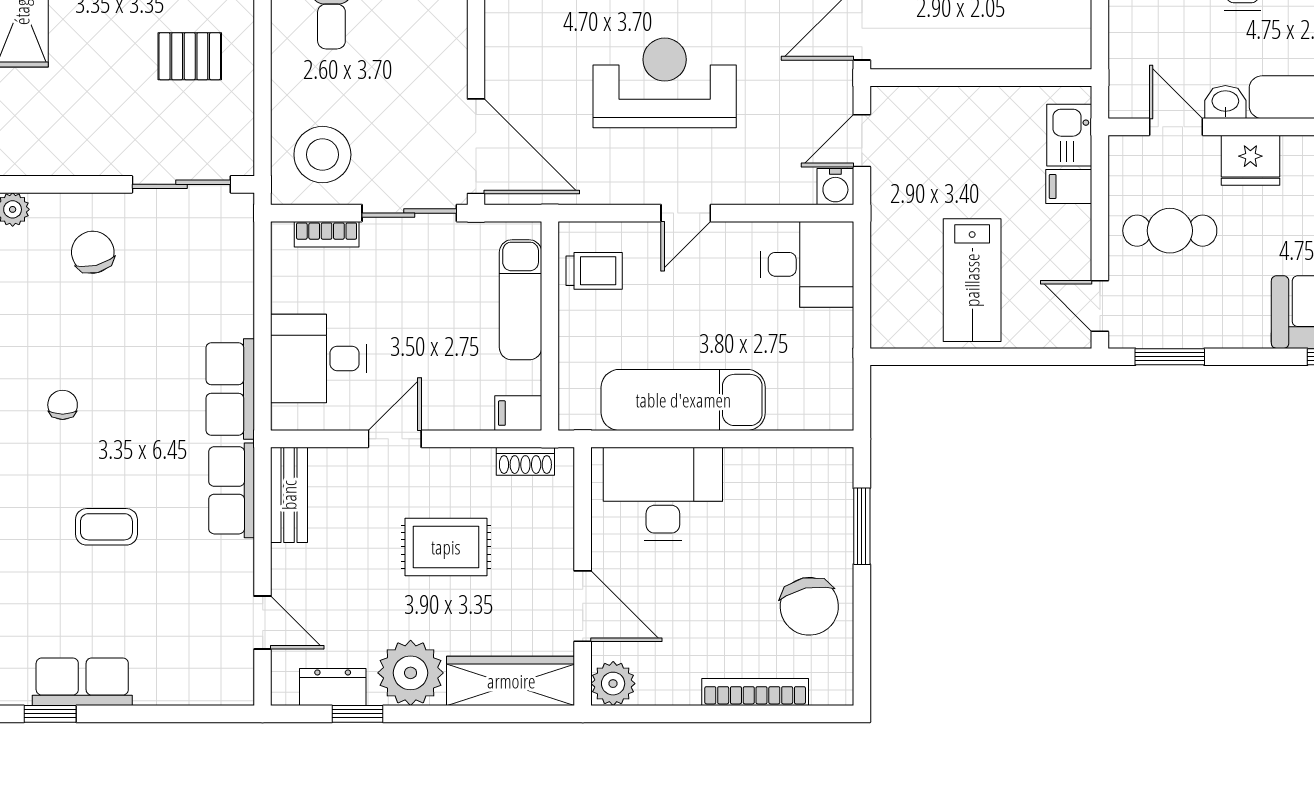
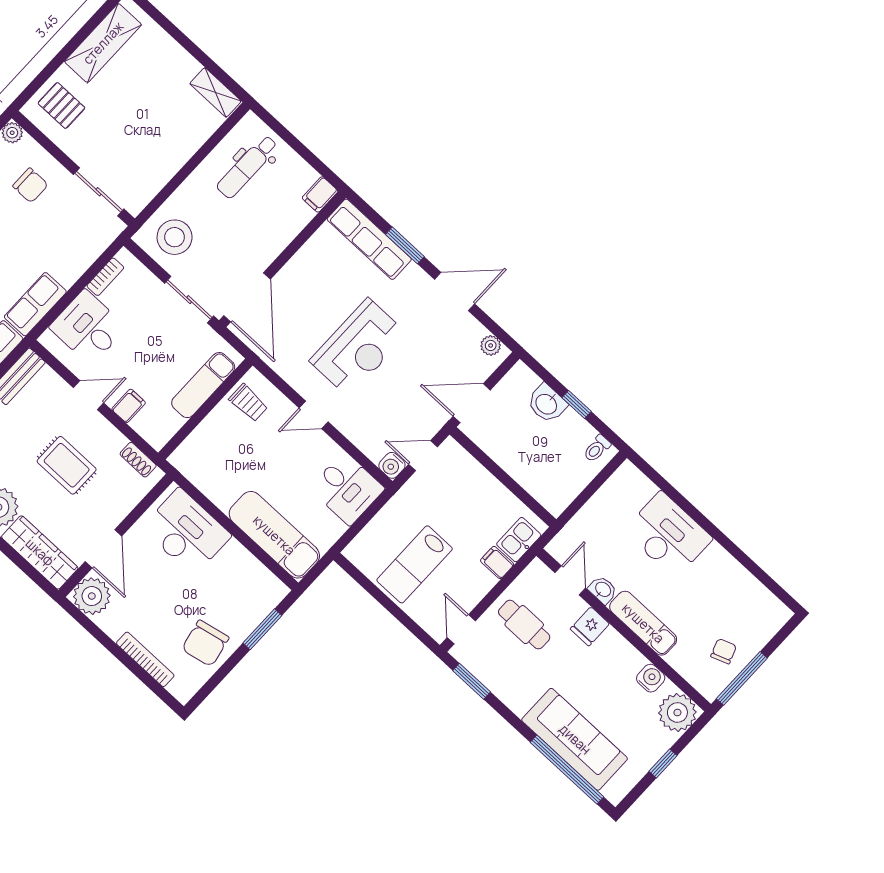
pallet: (190, 56) -> (61, 106), moved
reception desk: (665, 83) -> (358, 348), turned 90
fridge: (1250, 160) -> (590, 626), width x0.72
bookcase: (327, 234) -> (105, 277), moved, turned -90
chair: (93, 252) -> (30, 185), turned 104
exam couch: (683, 400) -> (274, 535), moved
filing cabinet: (518, 413) -> (129, 406), moved, turned 90
plant: (613, 684) -> (92, 596), width x1.36, depth x1.36

